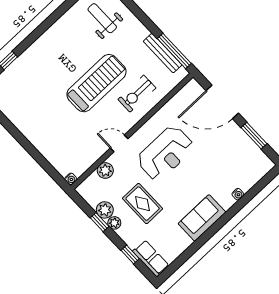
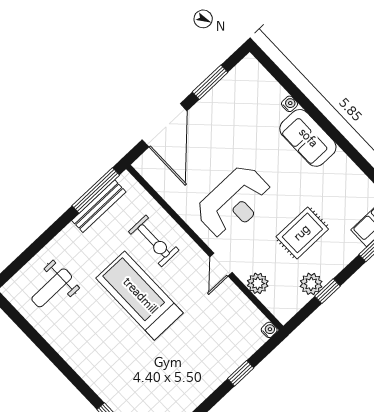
reception desk: (165, 153) -> (234, 202), turned 90
window: (39, 158) -> (241, 373), added
sofa: (202, 218) -> (308, 138), moved
plant: (114, 223) -> (329, 271), removed

